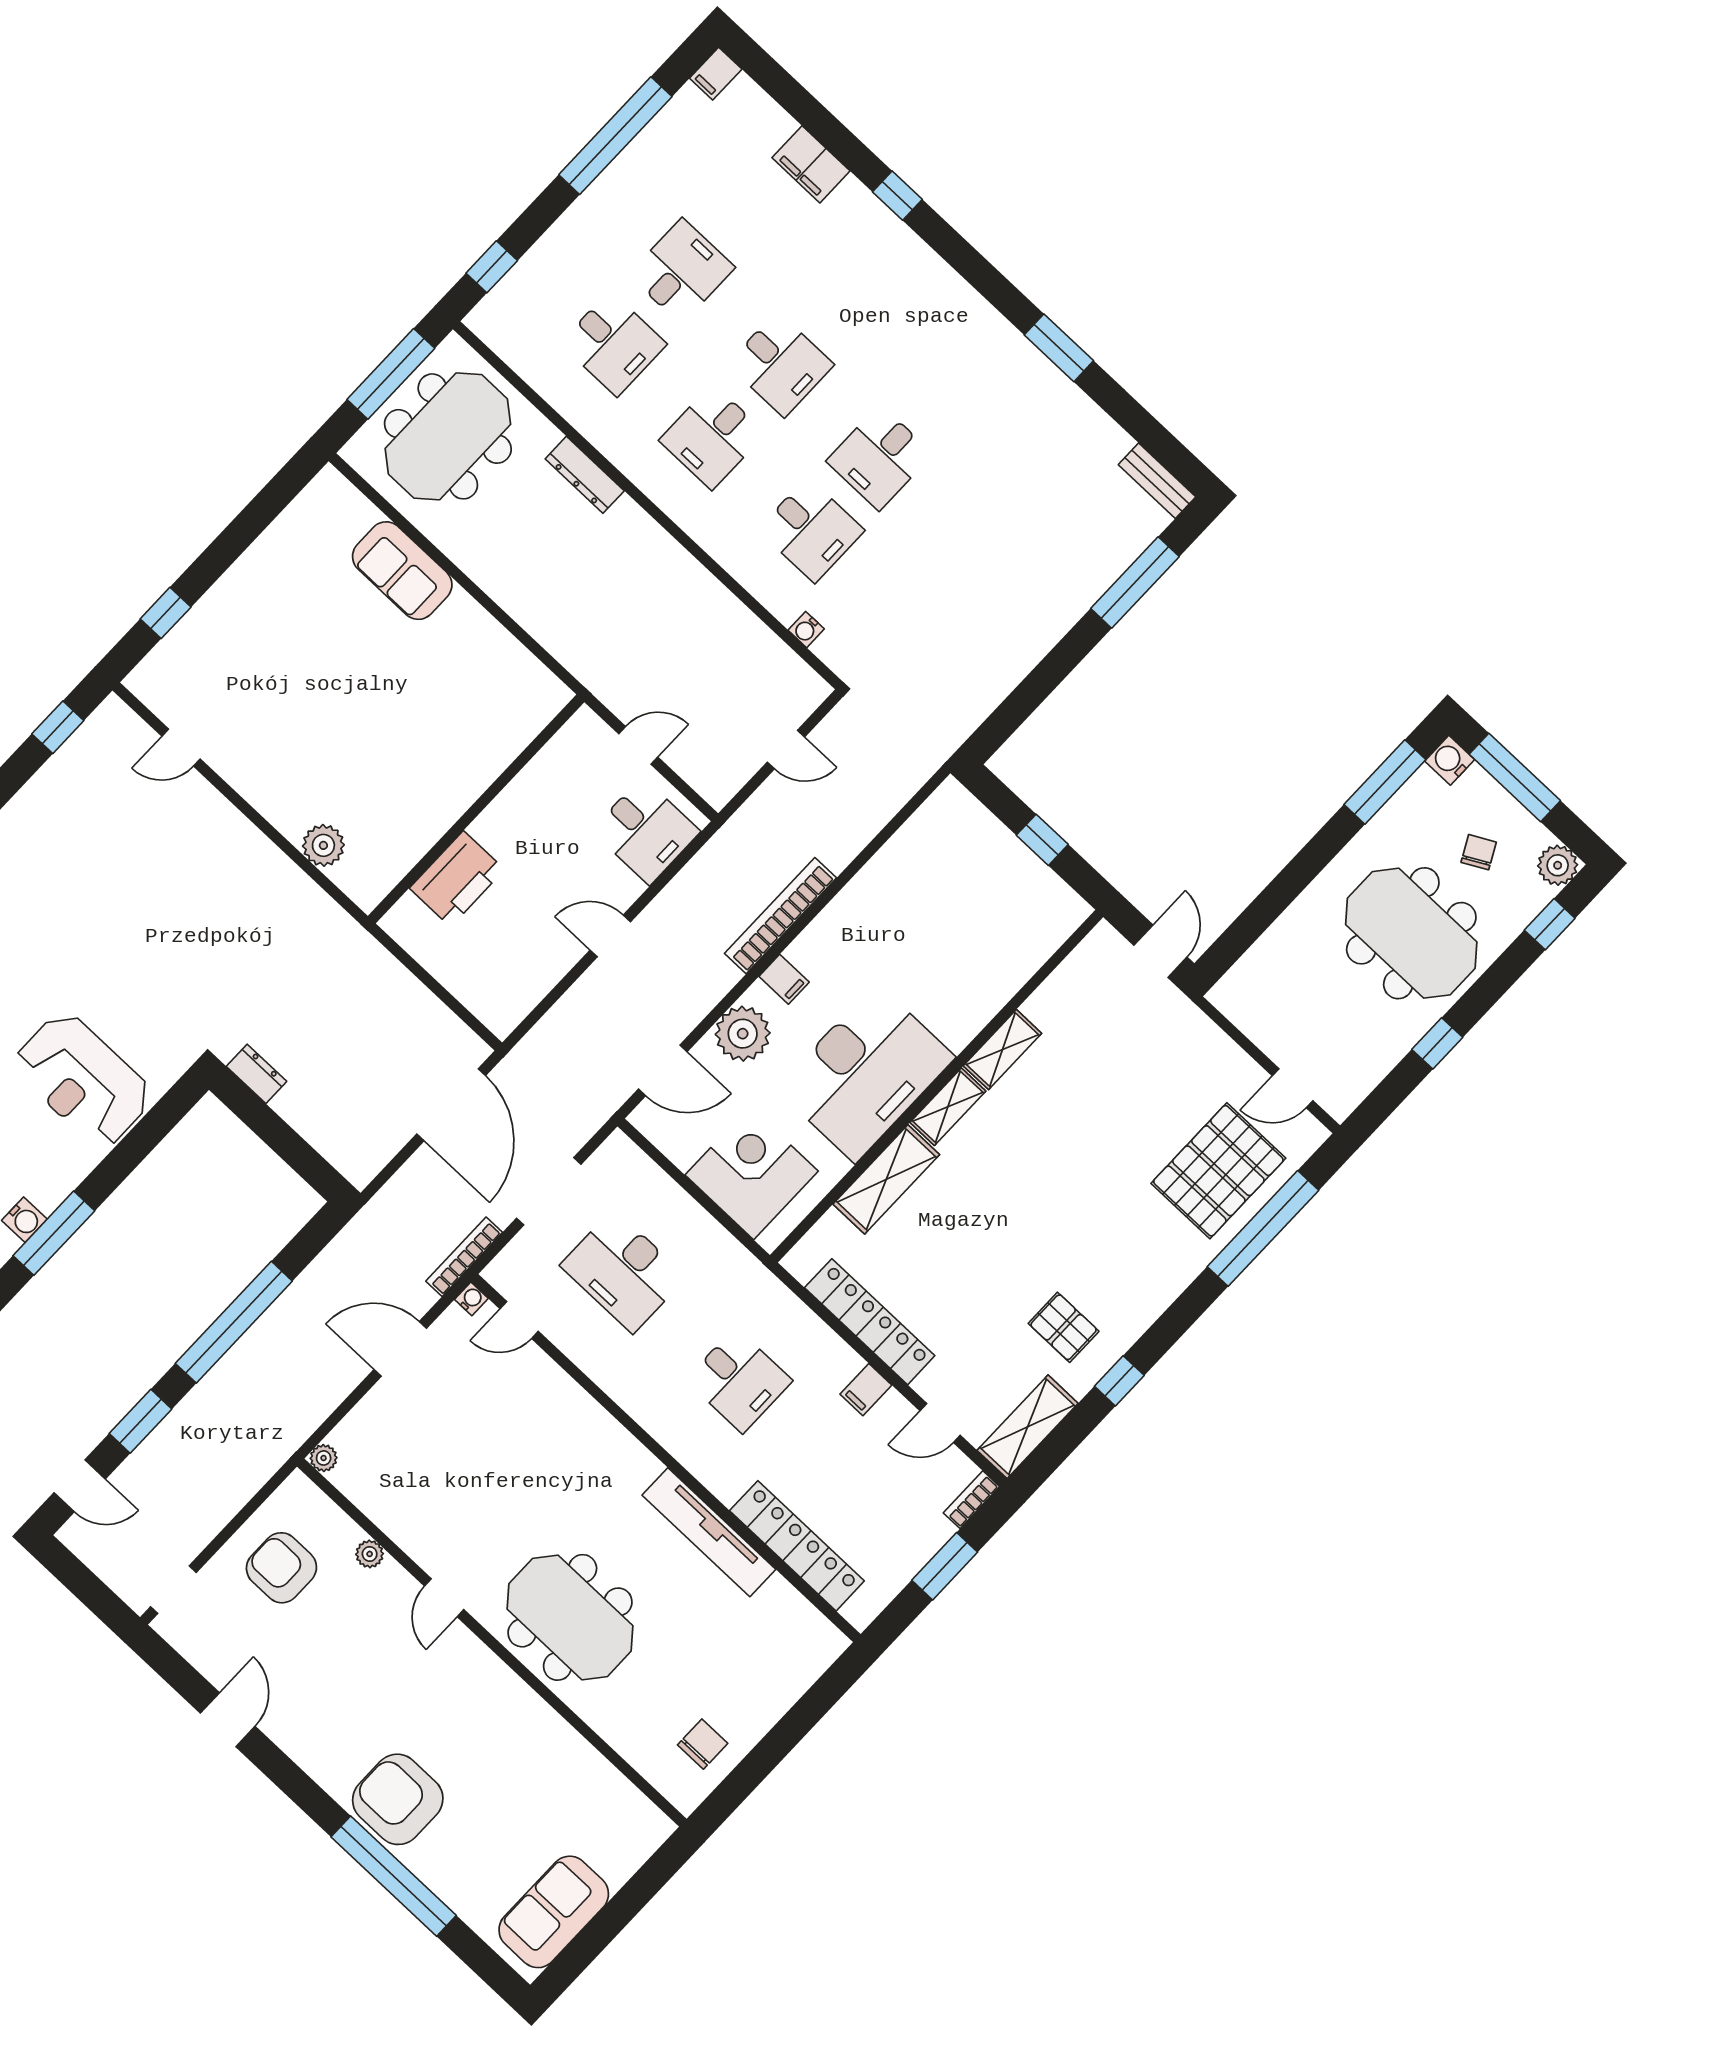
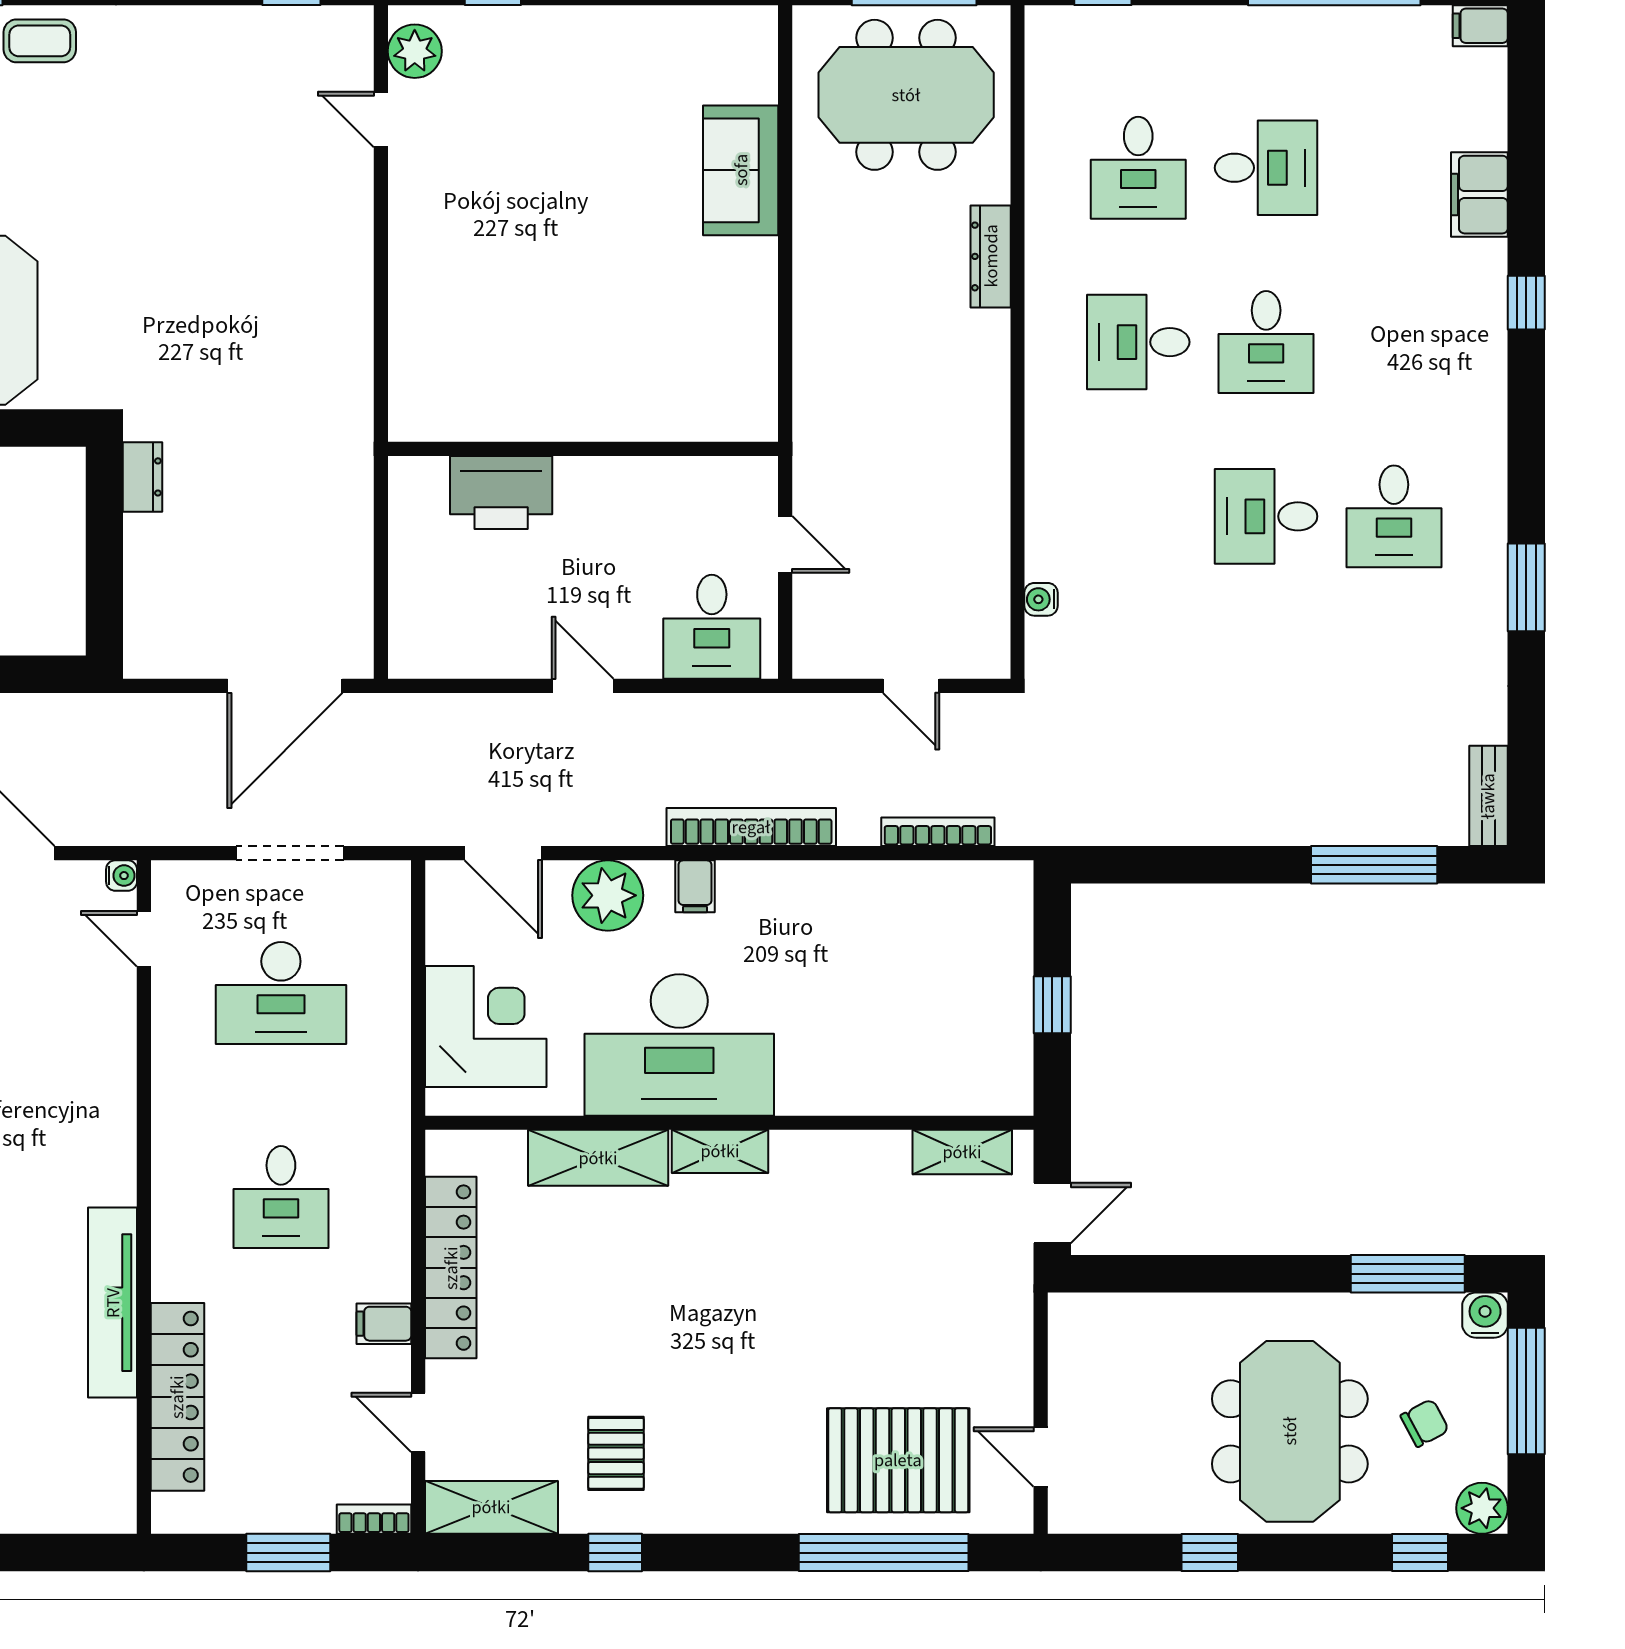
desk: (811, 530) -> (1394, 516), moved
plant: (323, 845) -> (415, 51), moved
shelving: (1002, 1050) -> (962, 1152), moved
bookcase: (464, 1257) -> (938, 832), moved
desk: (623, 1271) -> (281, 993), turned -90

